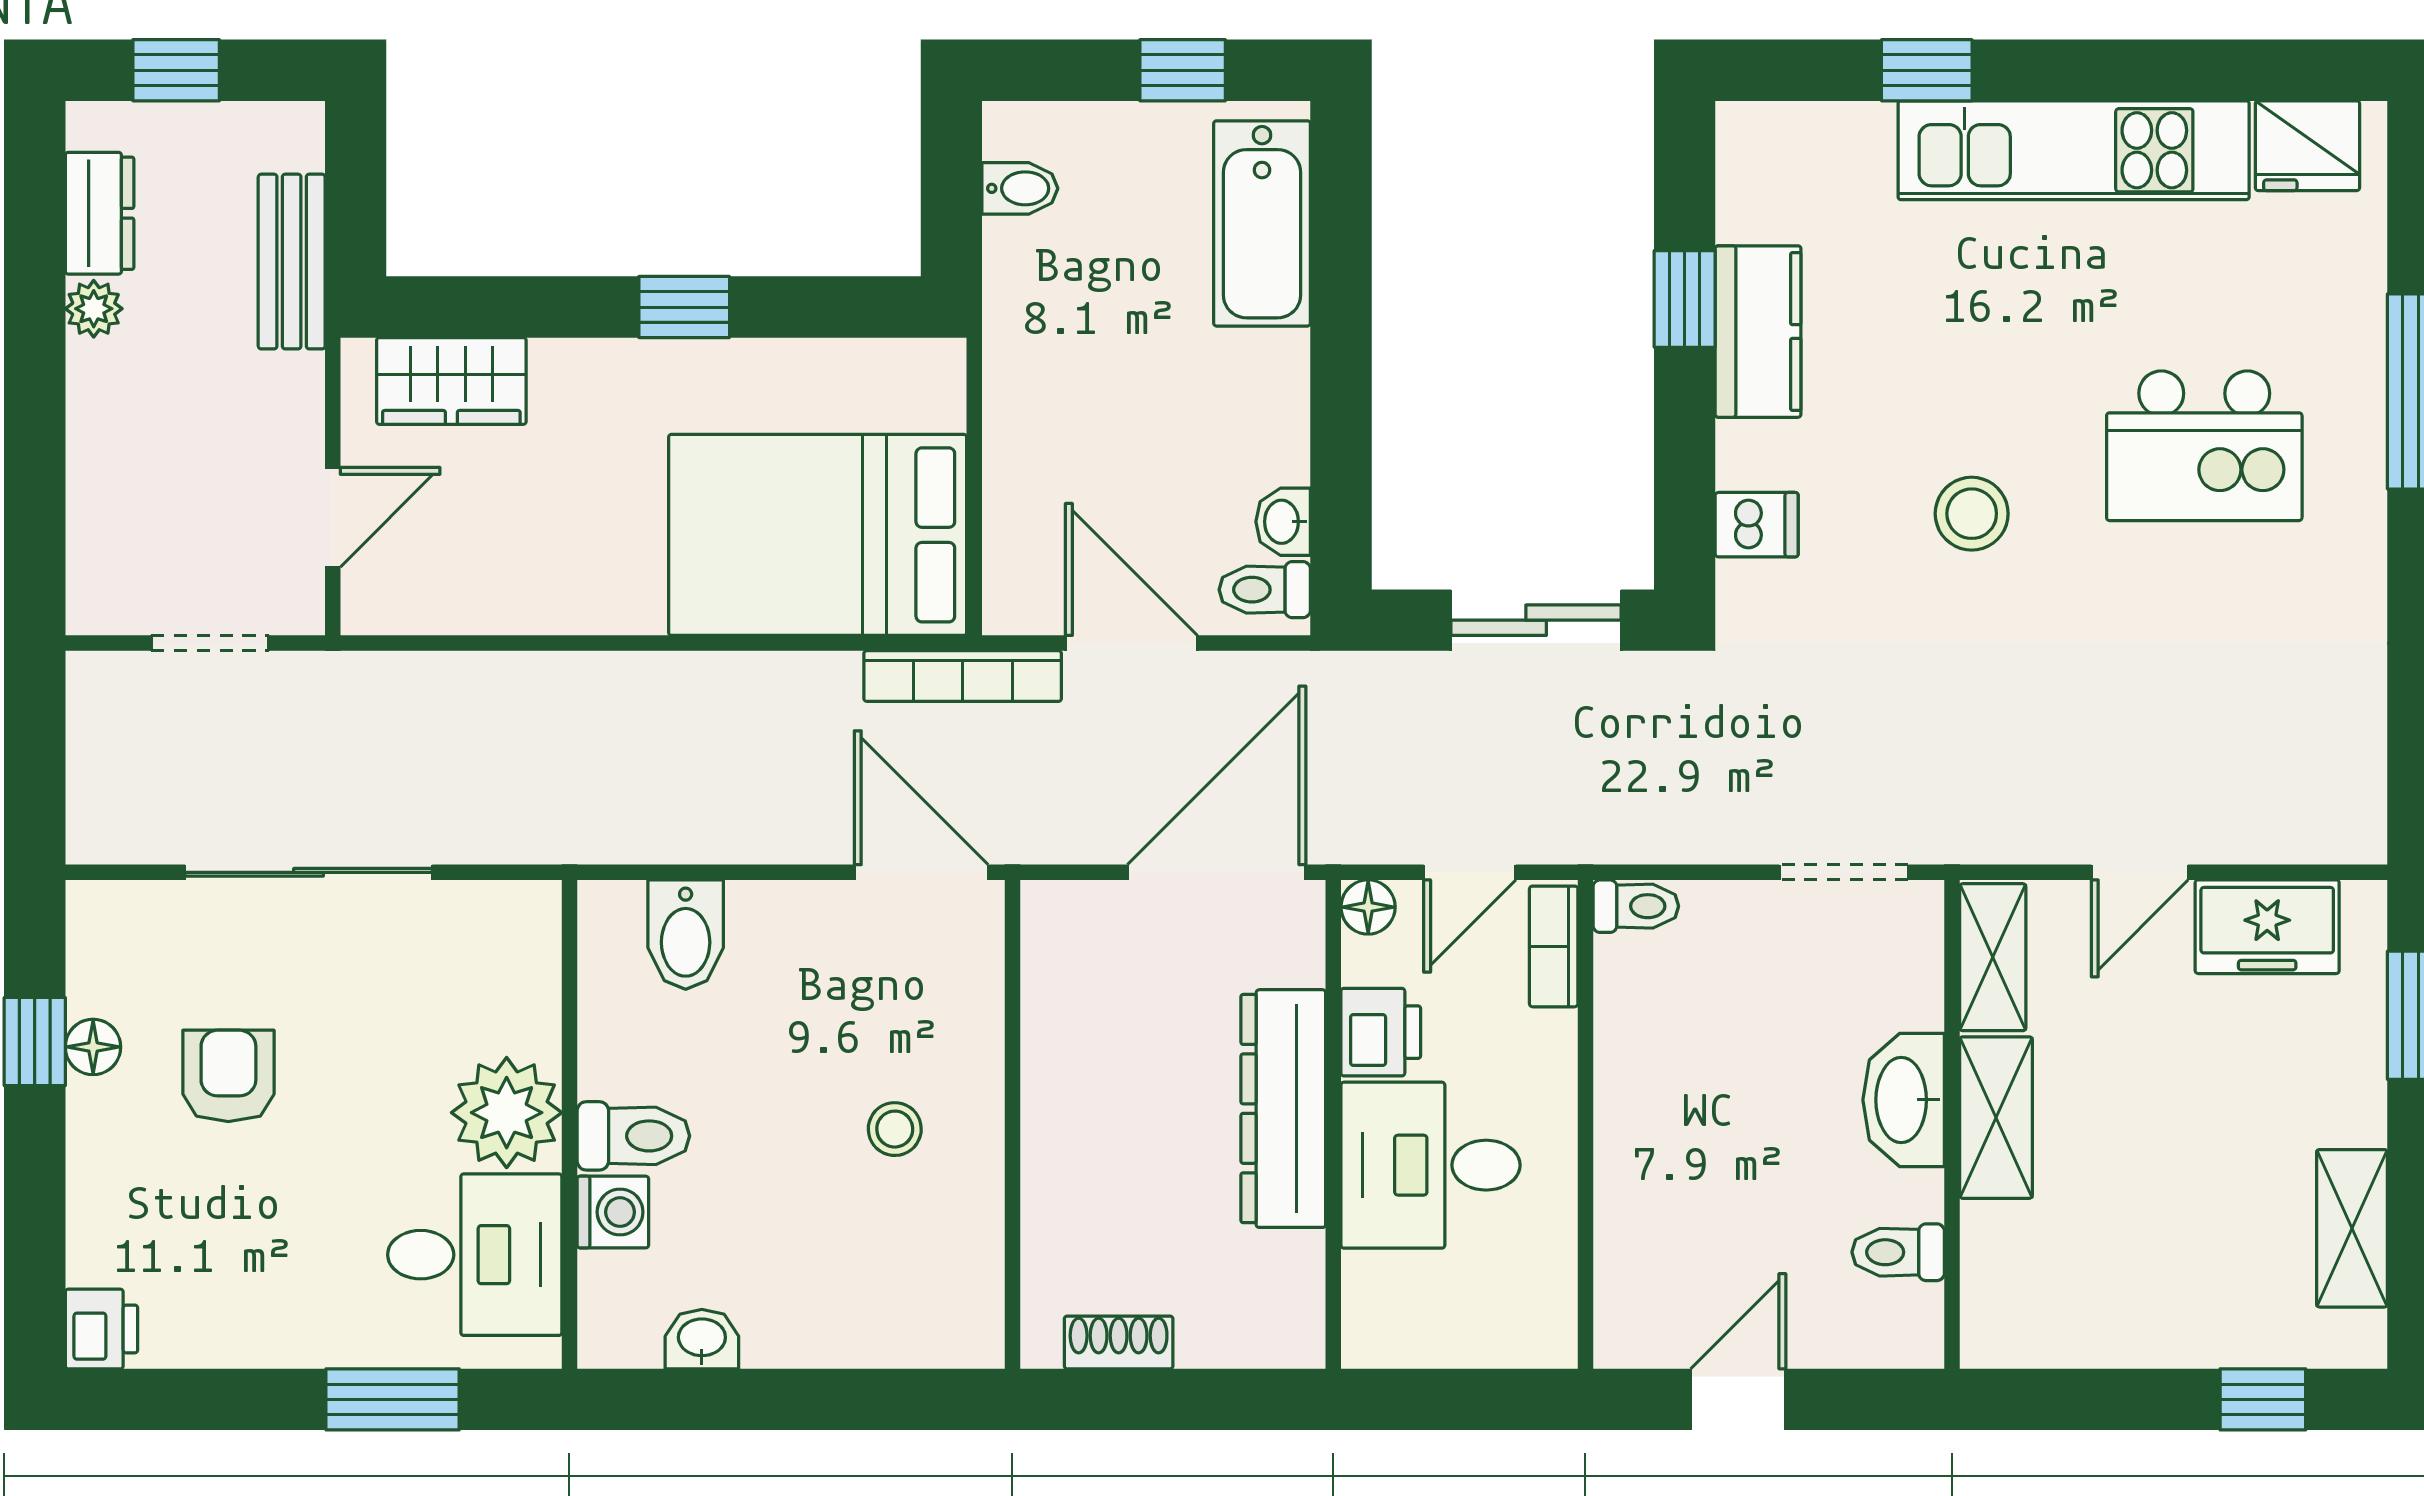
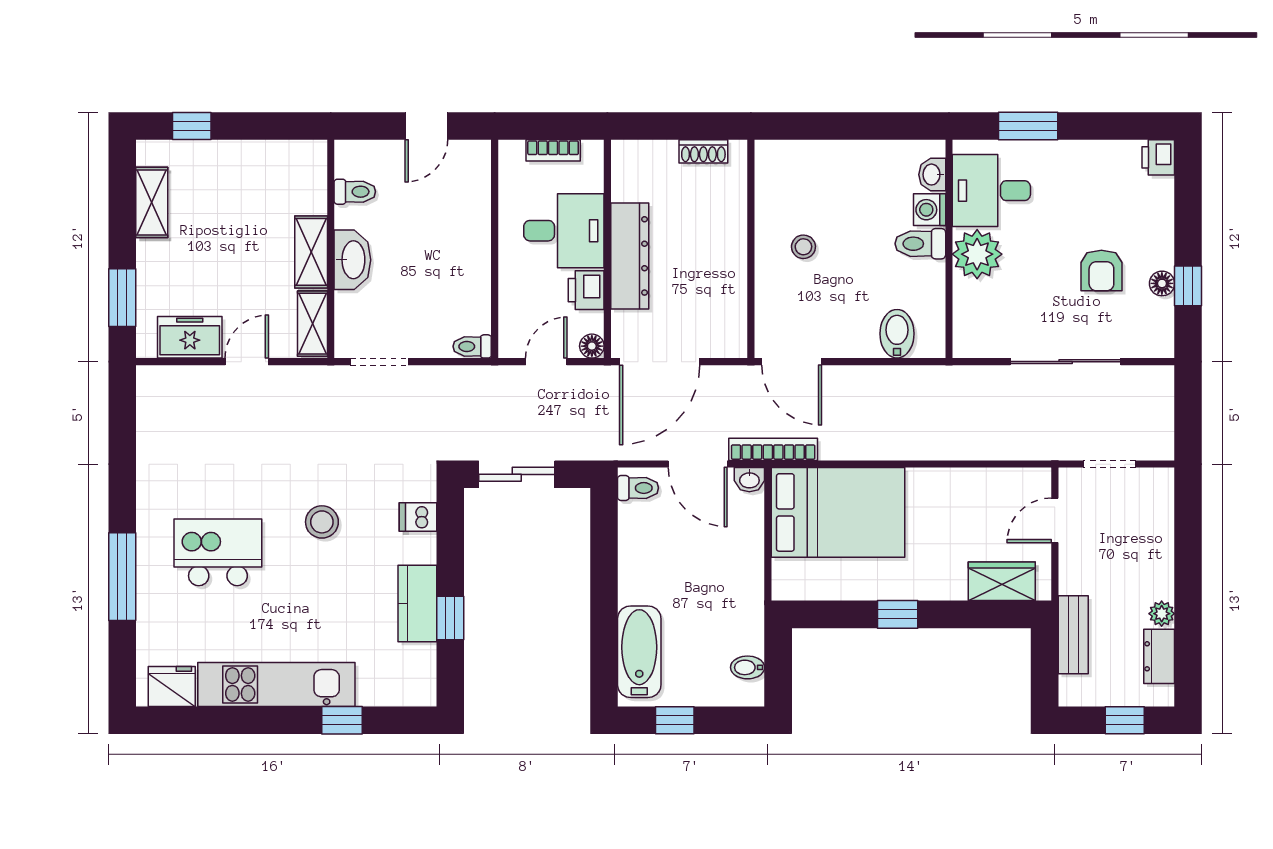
washbasin: (1283, 522) -> (749, 480), moved, turned 90
bookcase: (1554, 946) -> (553, 150), moved, turned 90
washbasin: (702, 1339) -> (932, 175), moved, turned 90

